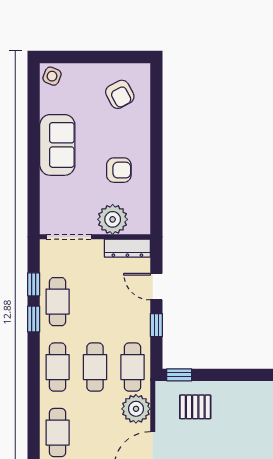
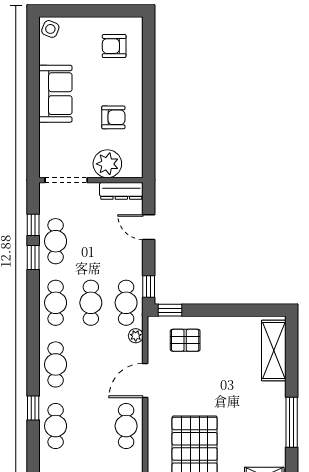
armchair: (120, 94) -> (114, 46), turned 118
window: (156, 325) -> (149, 287), moved
plant: (136, 409) -> (136, 336), width x0.53, depth x0.53

